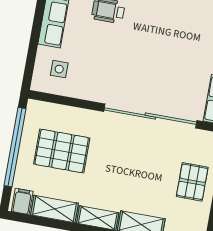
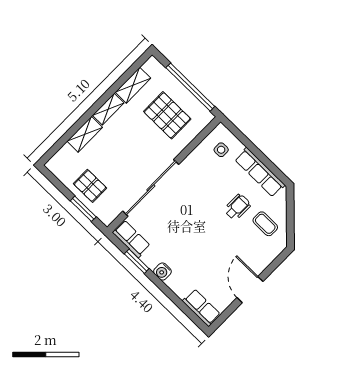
pallet: (62, 151) -> (167, 115), turned 90
filing cabinet: (22, 201) -> (152, 68), removed

